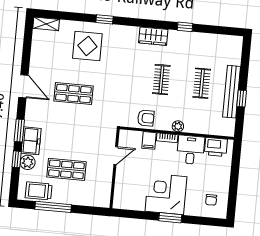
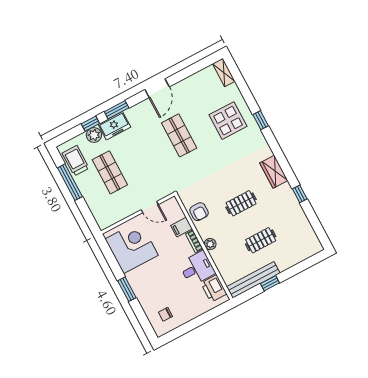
bench: (232, 92) -> (253, 280), moved
corner desk: (166, 194) -> (132, 247), moved

